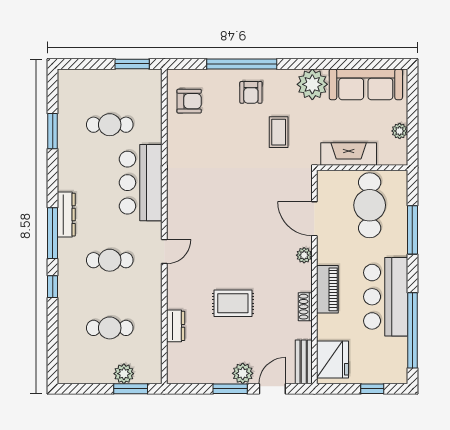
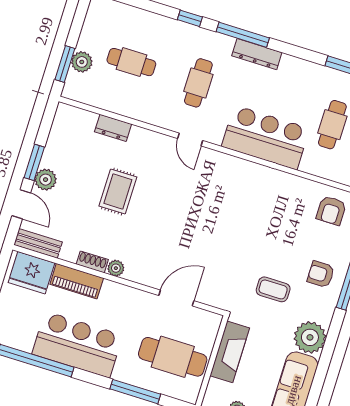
plant: (304, 255) -> (116, 268), moved
piano: (327, 289) -> (77, 281), moved
cafe table: (110, 328) -> (131, 62), turned 90

